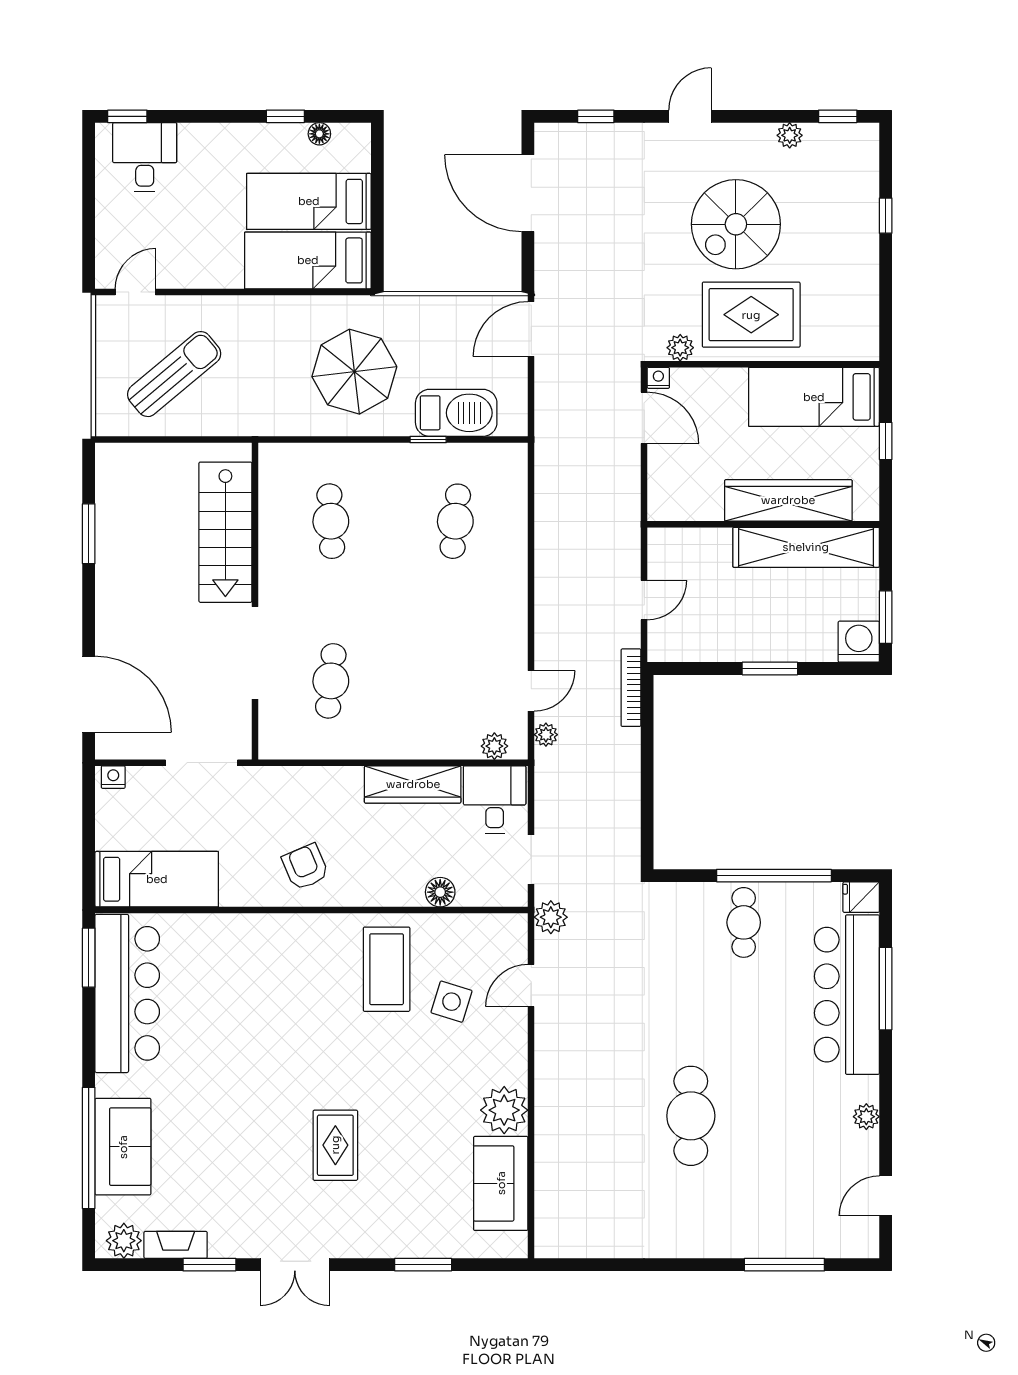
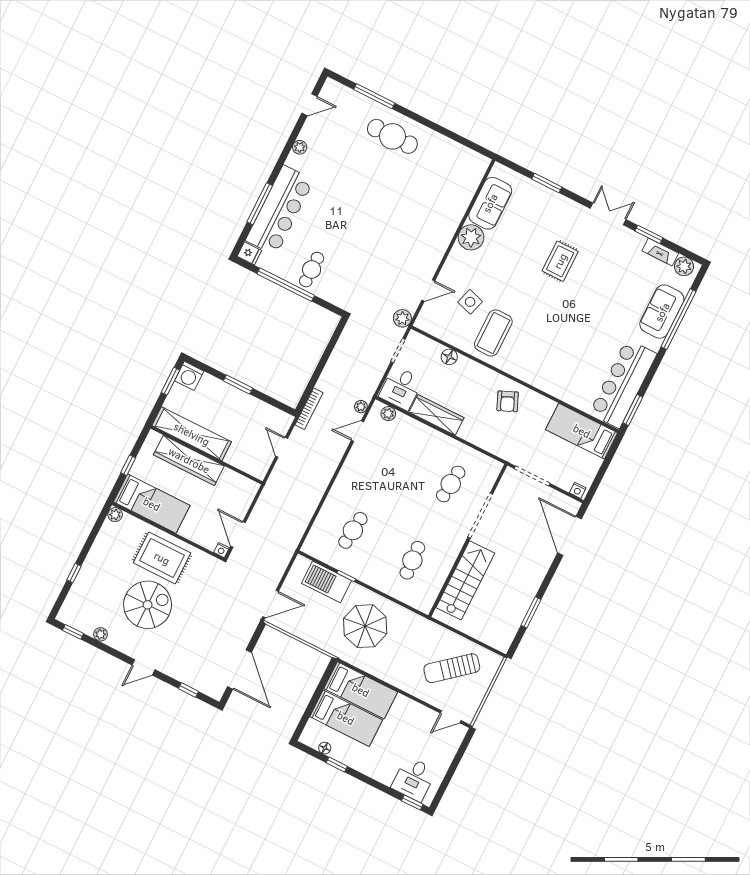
plant: (680, 348) -> (115, 515), moved
door: (644, 600) -> (282, 447), hinge flipped
cafe table: (691, 1116) -> (392, 136), moved, turned 90

